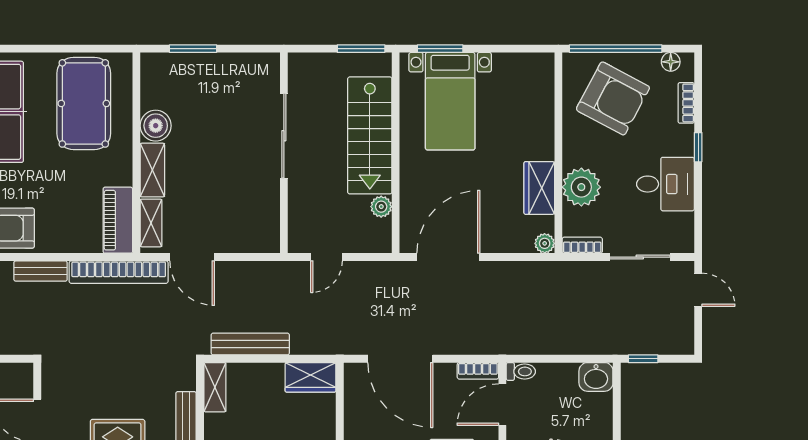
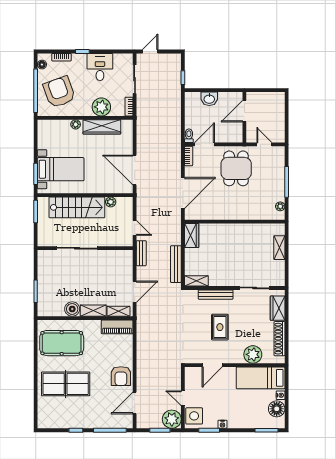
armchair: (613, 98) -> (59, 92), turned -48
wardrobe: (539, 188) -> (102, 127), width x1.50
plant: (545, 243) -> (76, 124), moved
bench: (41, 271) -> (141, 253), moved
bookcase: (119, 272) -> (142, 327), removed
washbasin: (596, 377) -> (209, 99), moved, turned 90
door: (502, 405) -> (205, 144), swing flipped

